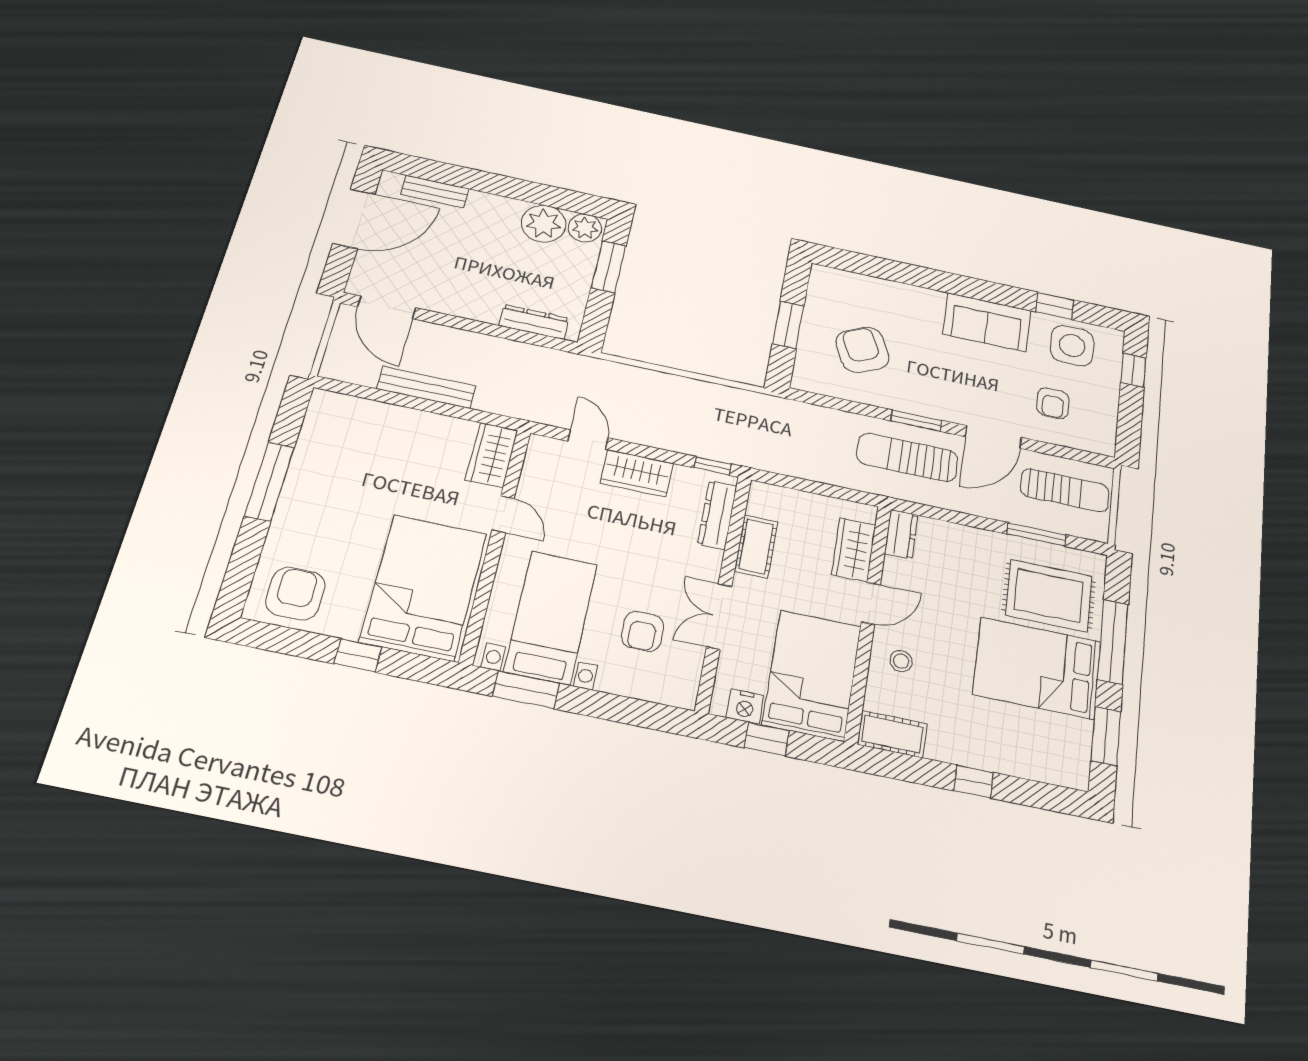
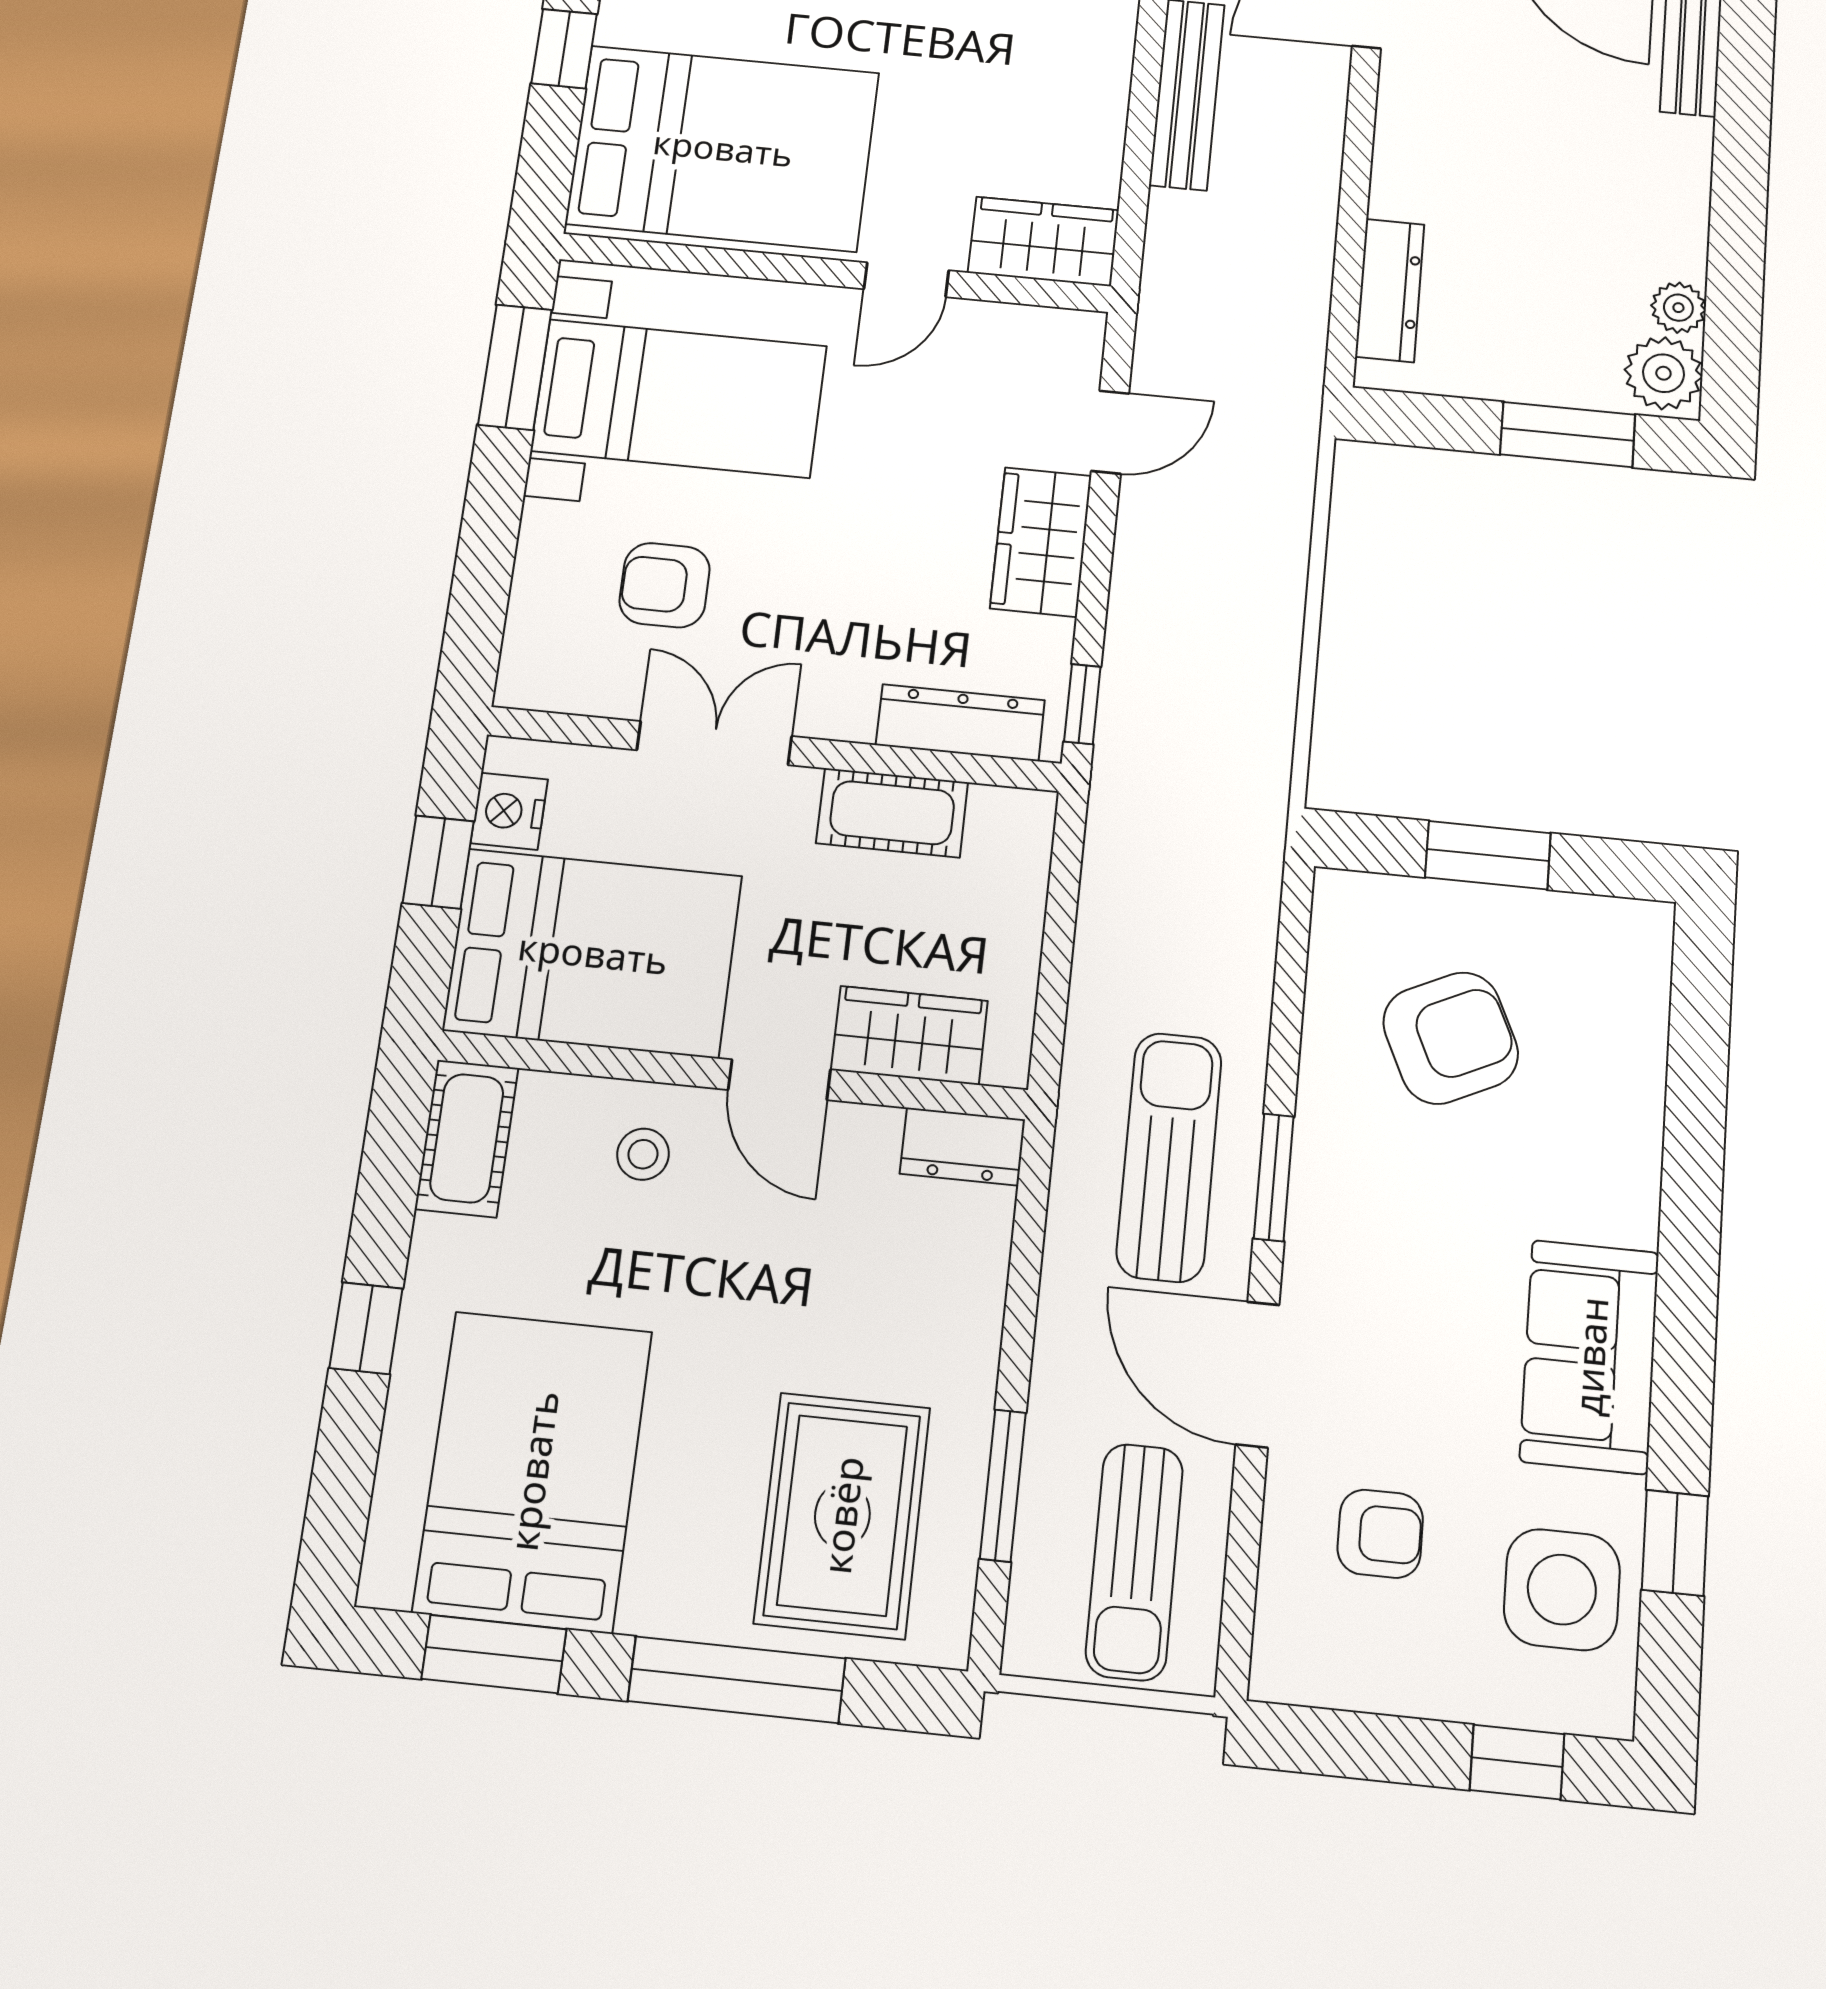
plant: (544, 224) -> (1678, 308), width x0.53, depth x0.53
armchair: (1053, 403) -> (1380, 1534), turned 180
bed: (1037, 668) -> (533, 1471), moved

